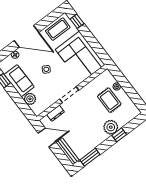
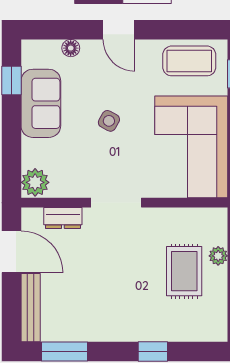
door: (26, 36) -> (119, 30), width x0.53
plant: (30, 99) -> (35, 182), moved
plant: (111, 127) -> (148, 325), removed

